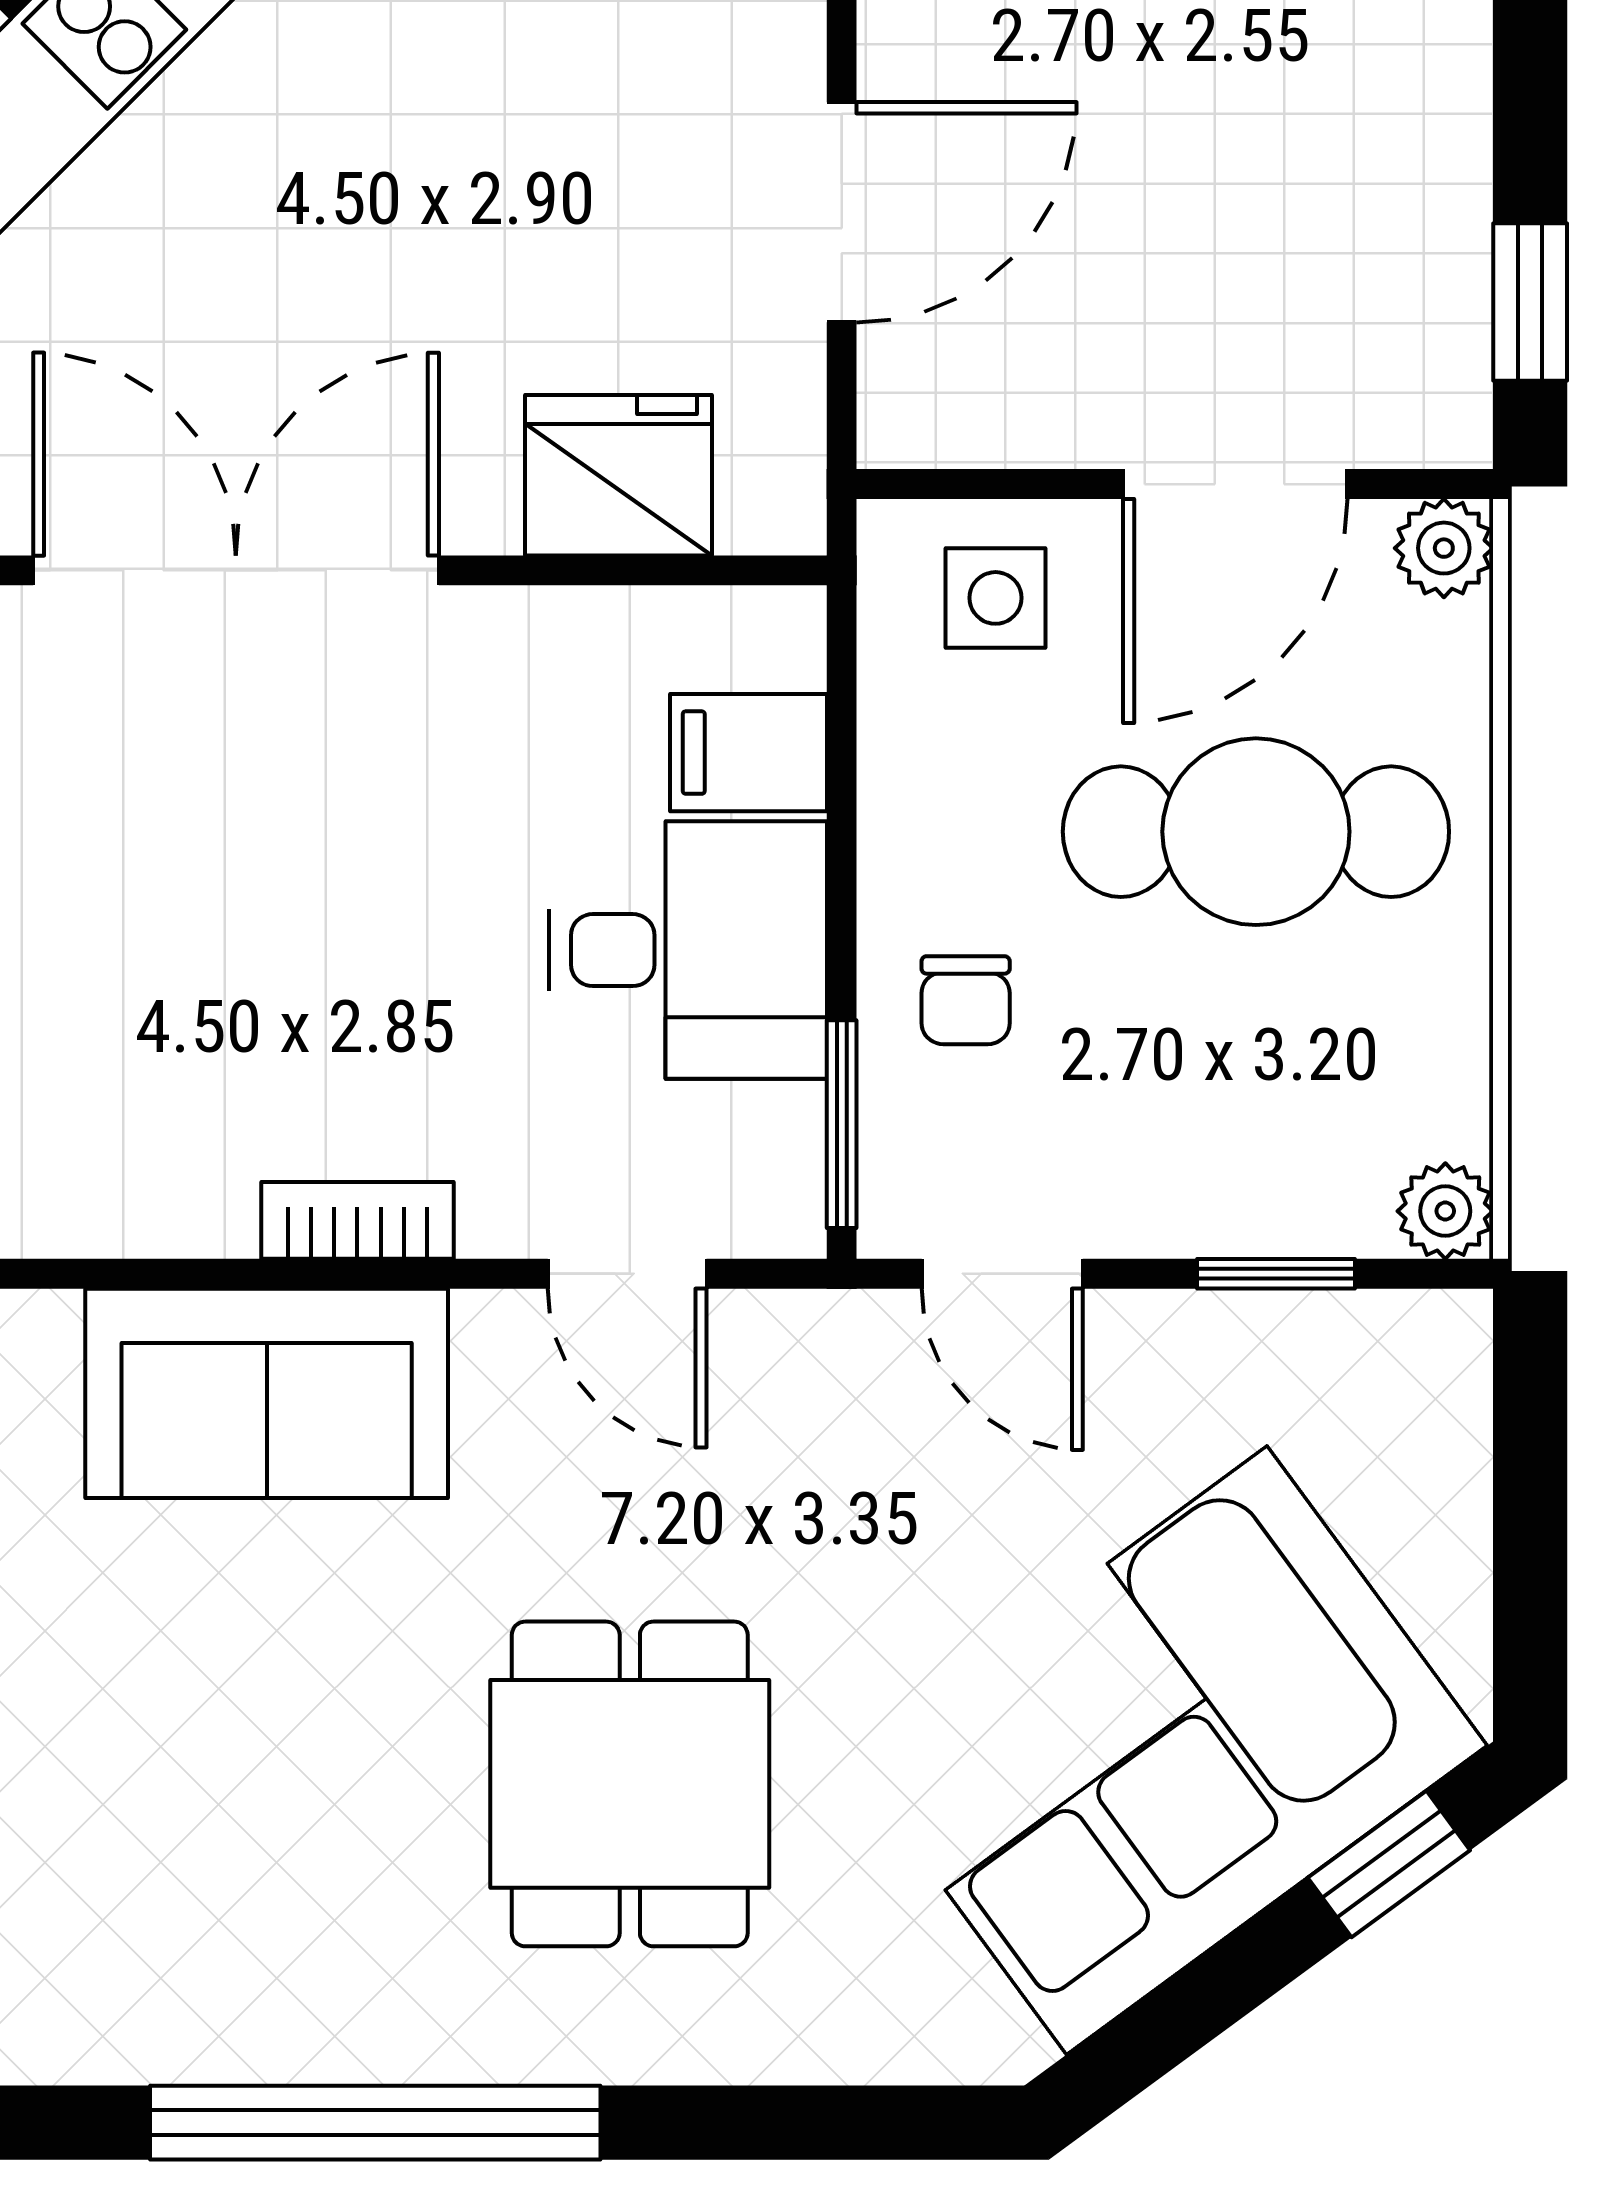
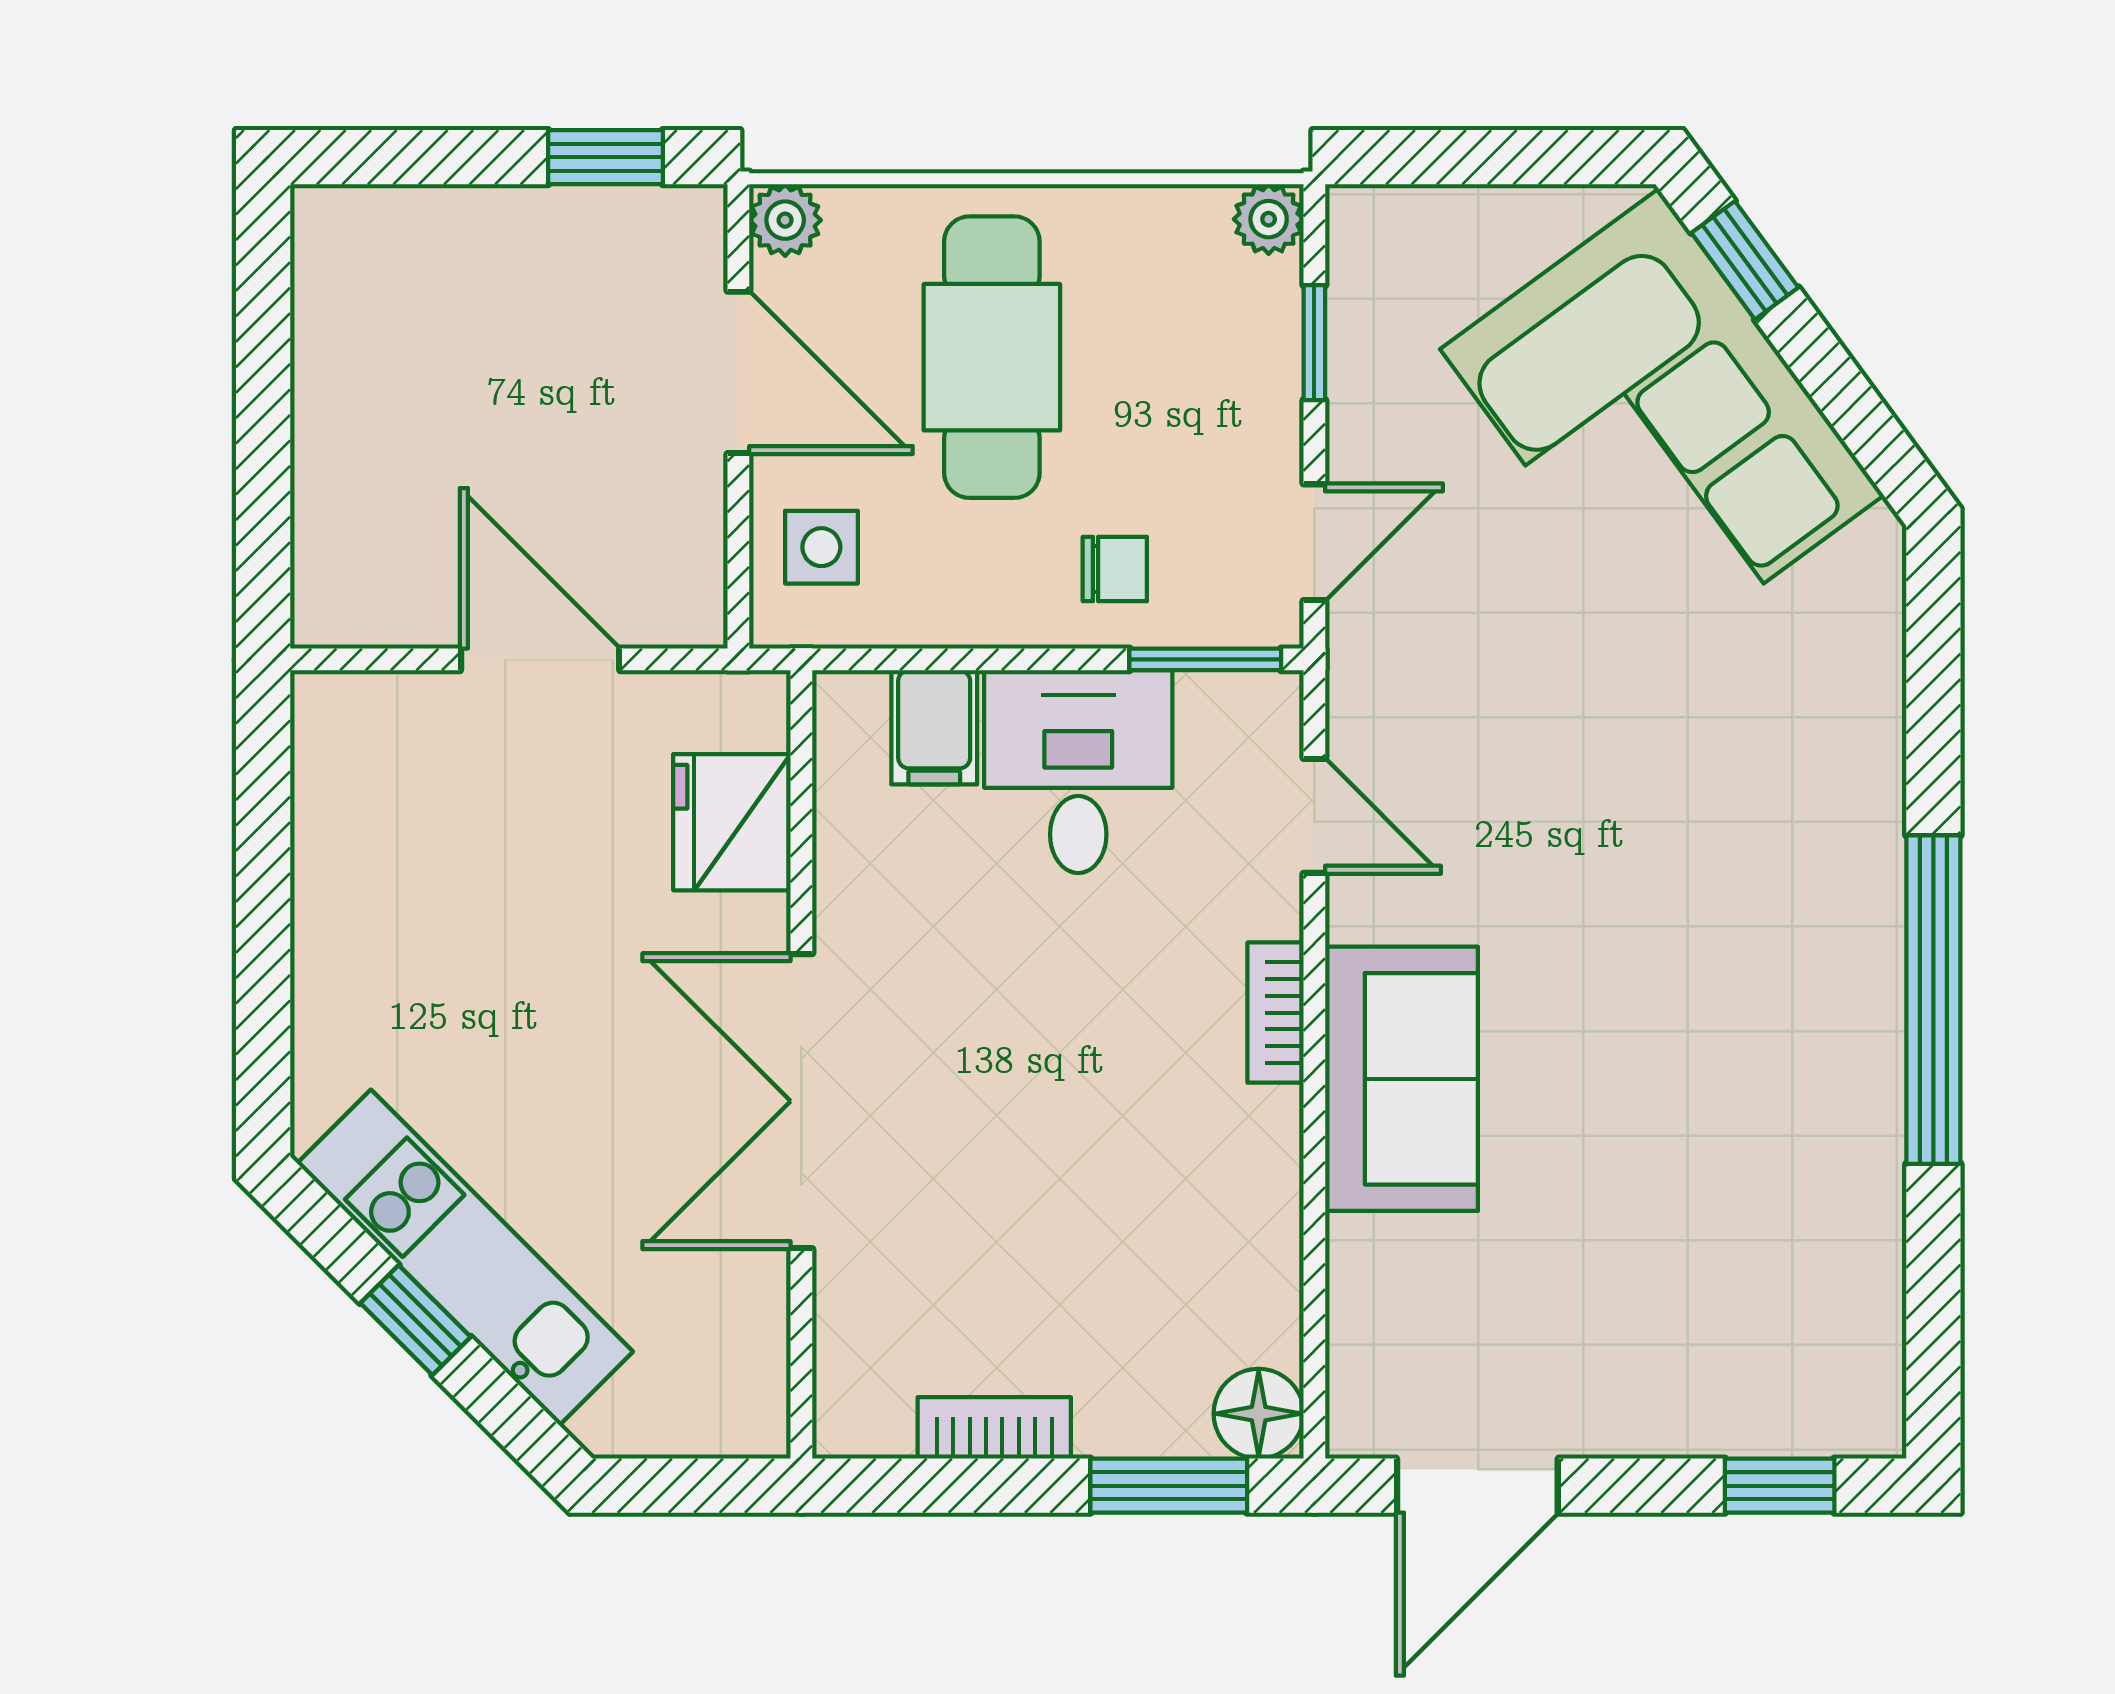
door: (627, 1274) -> (1314, 816), hinge flipped
dining table: (630, 1784) -> (1686, 814), removed

